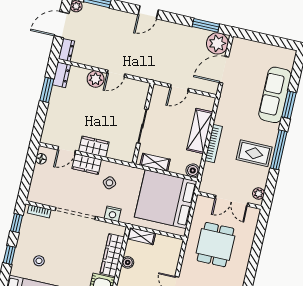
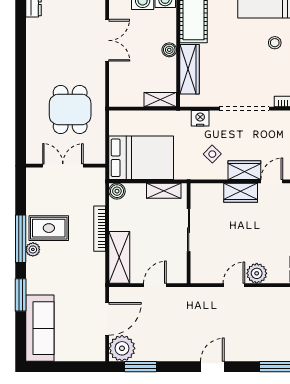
sofa: (275, 95) -> (40, 328), moved
shelving: (200, 131) -> (119, 257), moved
plant: (259, 194) -> (33, 249), moved
bed: (166, 199) -> (141, 158), width x0.73
boiler: (128, 262) -> (169, 50), moved

